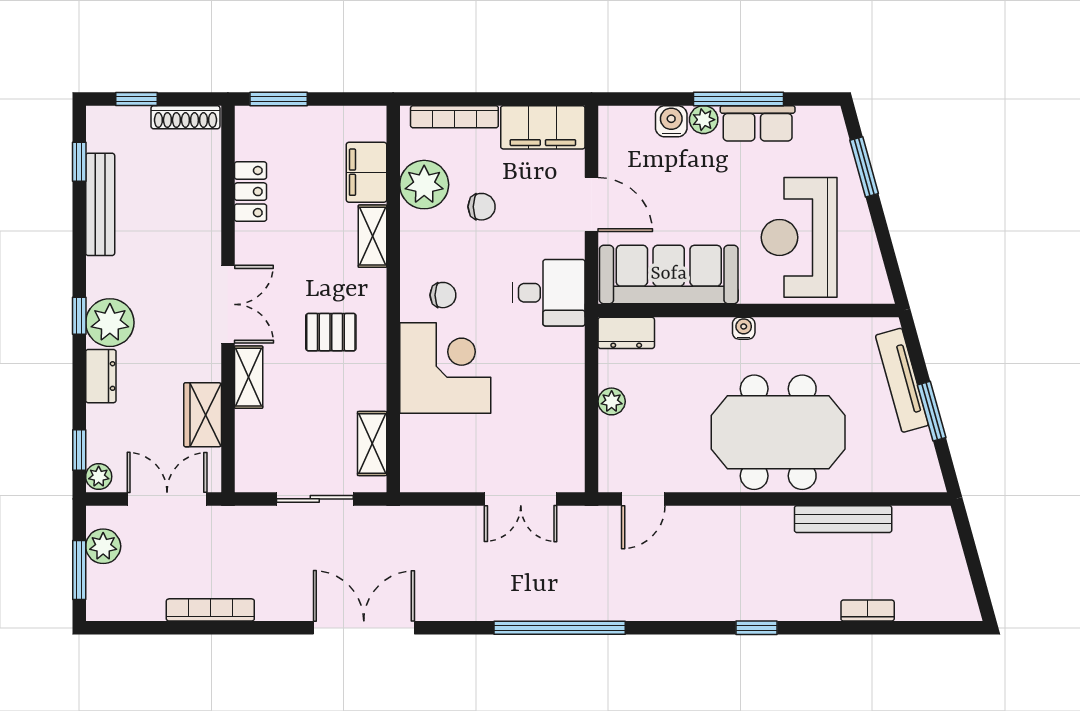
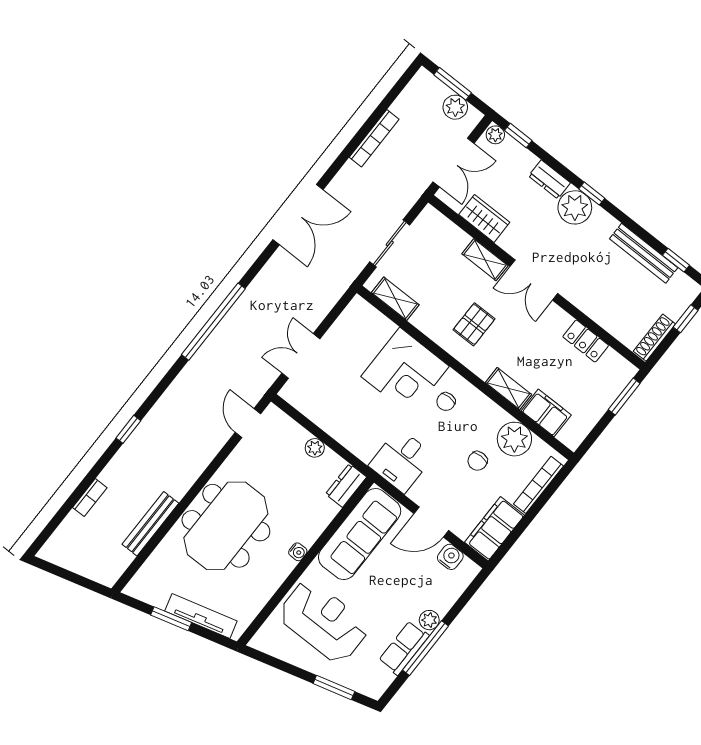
water cooler: (671, 121) -> (450, 557), moved, turned -90

